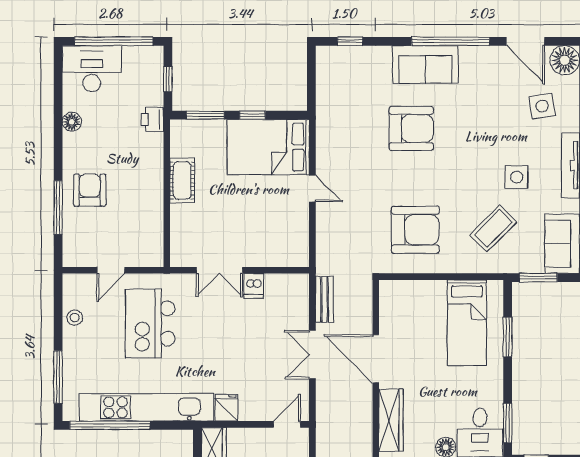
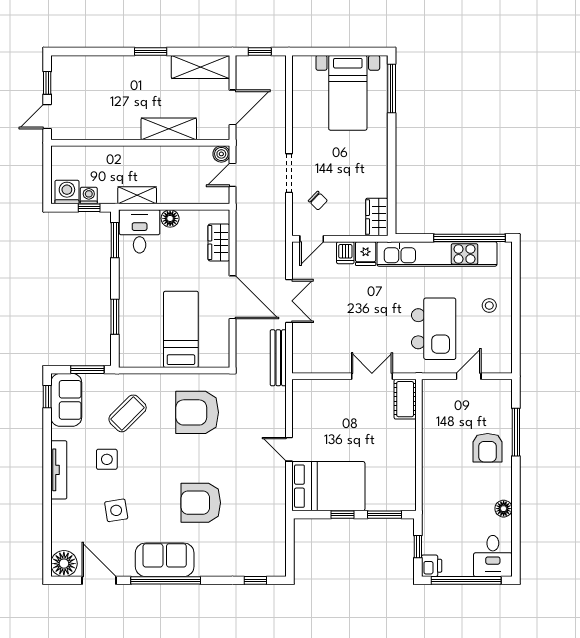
sofa: (425, 64) -> (165, 560), moved
desk: (92, 69) -> (493, 556), width x0.73
side table: (542, 106) -> (116, 510), moved
printer: (152, 119) -> (432, 566), moved
cot: (182, 180) -> (405, 399), moved
dishwasher: (254, 286) -> (345, 253), moved, turned 180
bench: (324, 299) -> (278, 358), width x1.36
stool: (75, 318) -> (489, 305), moved
bed: (467, 323) -> (181, 329), moved
window: (58, 377) -> (516, 281), removed
wardrobe: (391, 420) -> (219, 243), width x0.67

